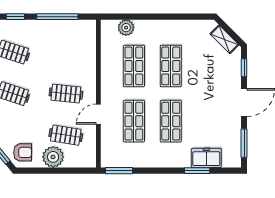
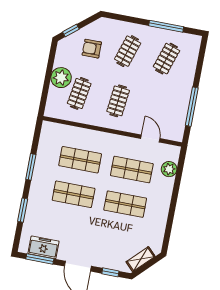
window: (15, 17) -> (199, 67), removed
door: (98, 114) -> (150, 139), moved
armchair: (23, 152) -> (92, 49), moved, turned 90
freezer: (206, 158) -> (44, 247), moved, turned -90
window: (119, 171) -> (31, 167), moved

